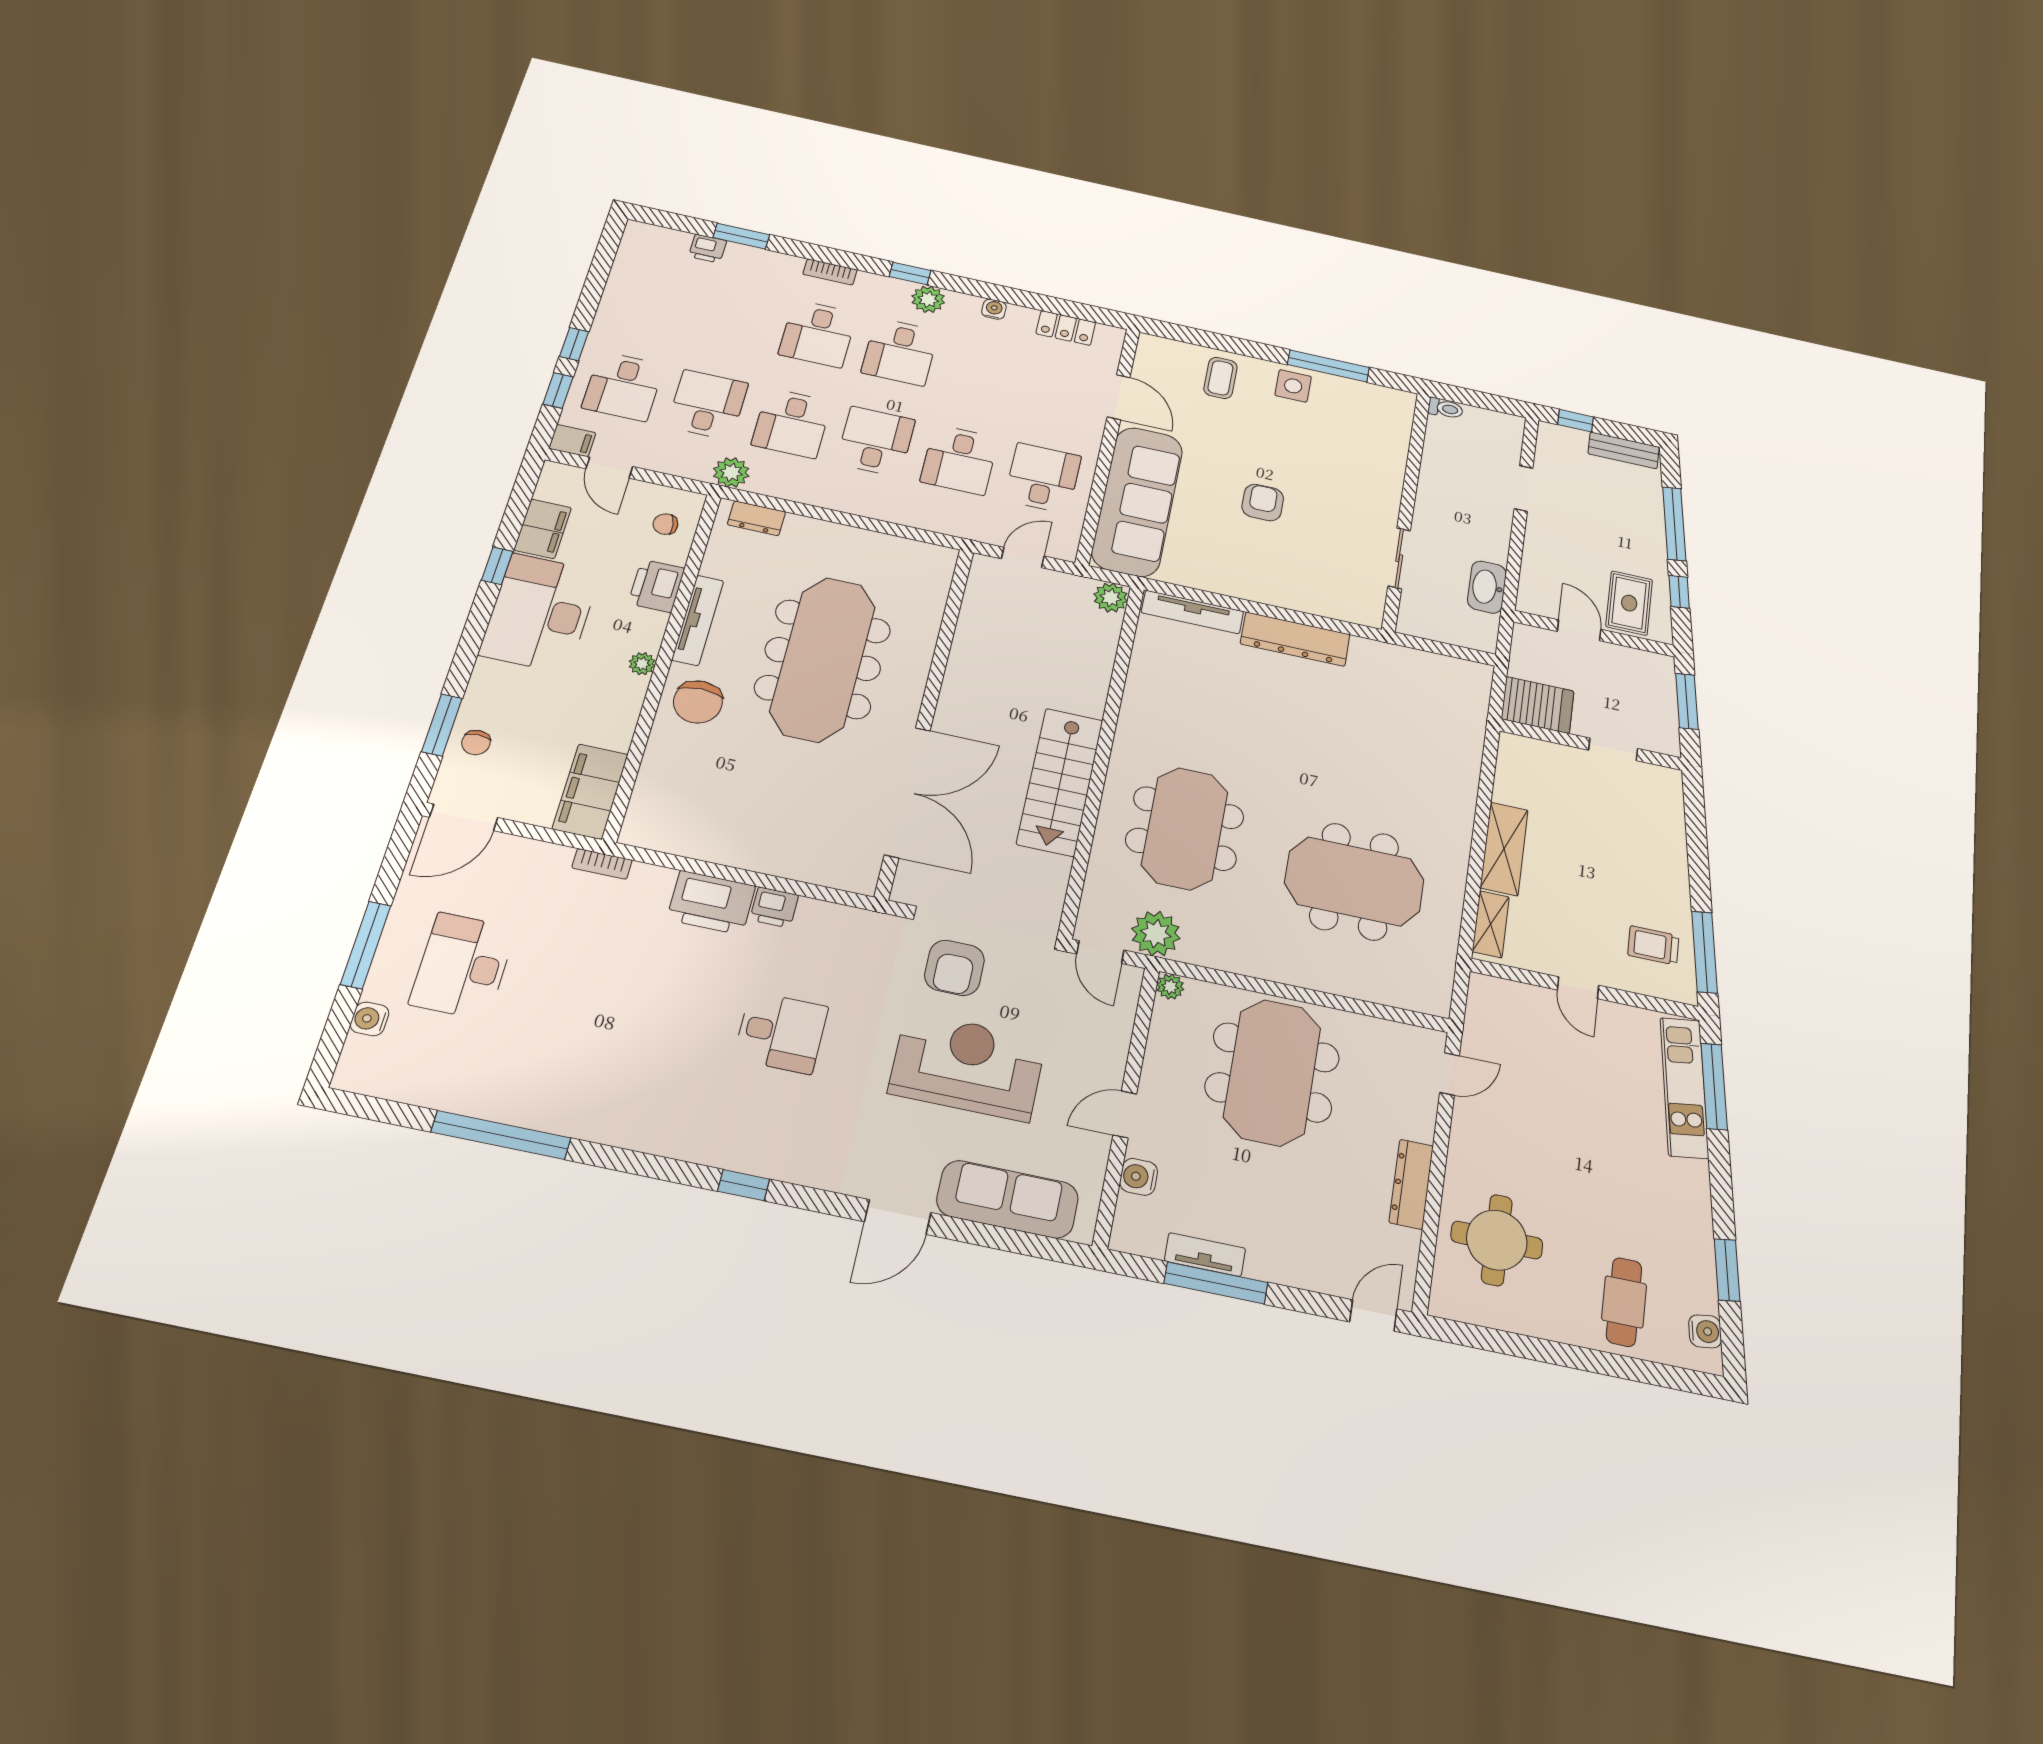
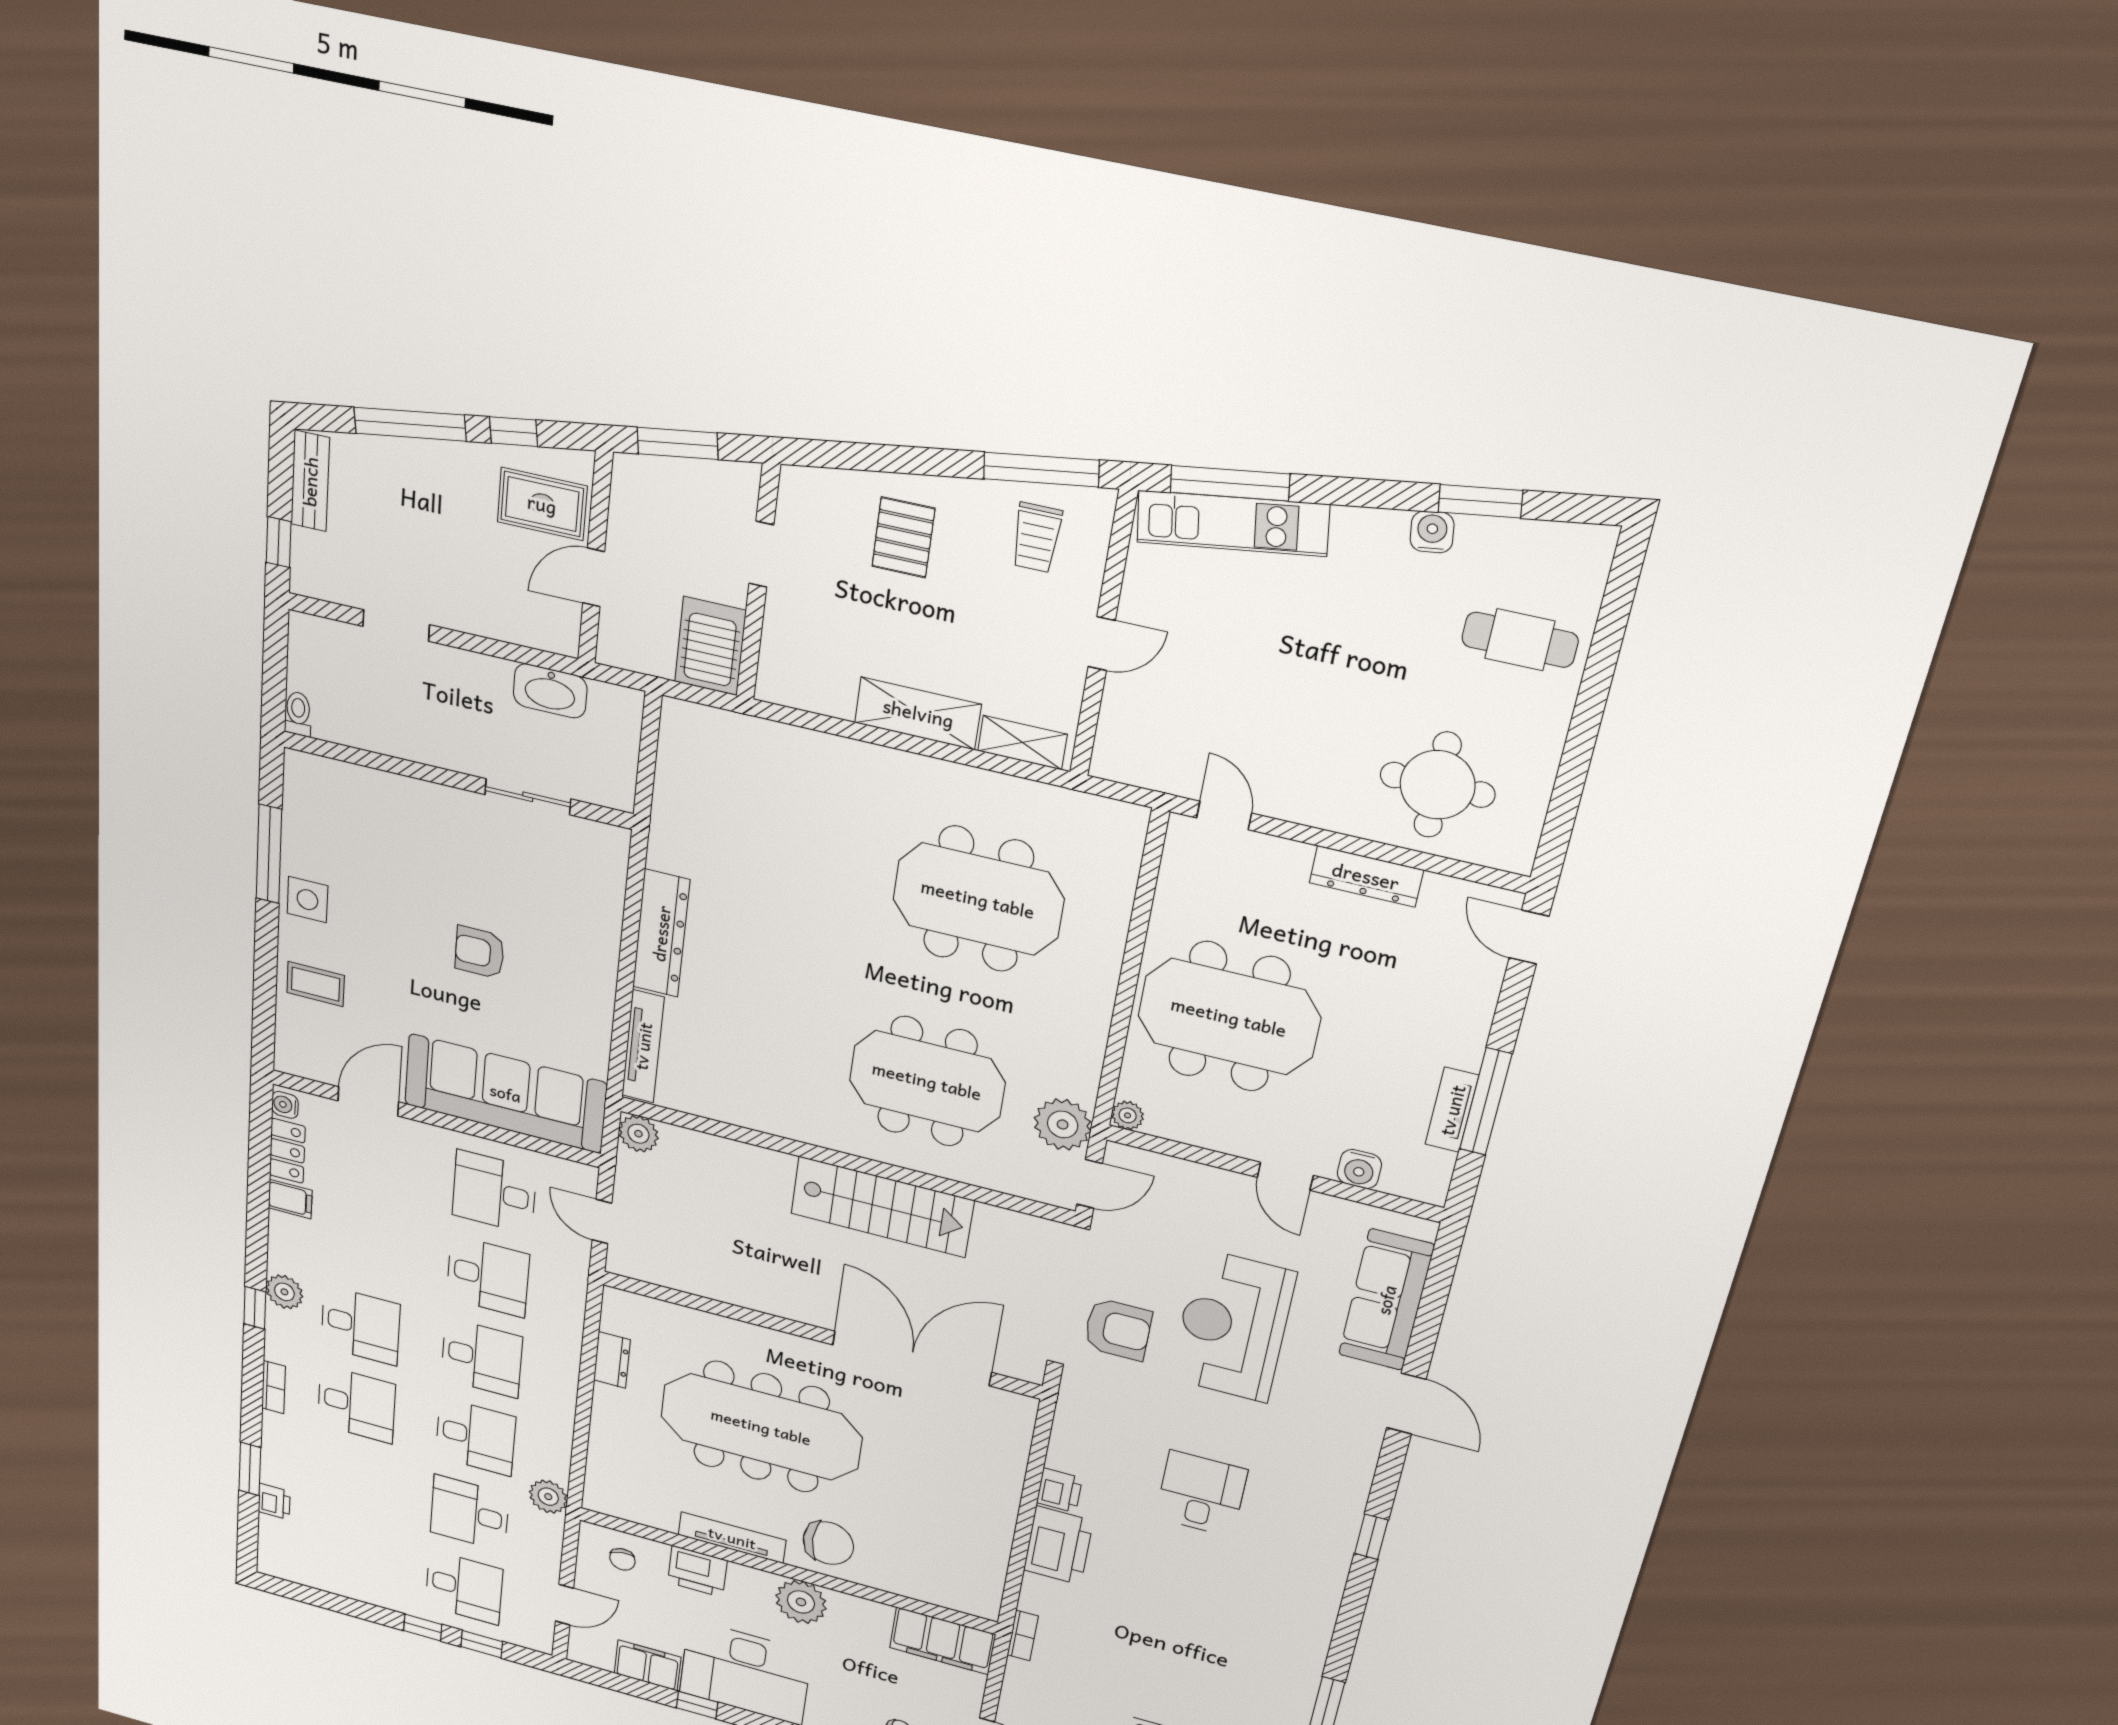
water cooler: (994, 309) -> (285, 1105), moved
filing cabinet: (572, 441) -> (290, 1199), moved, turned 90
desk: (876, 442) -> (482, 1358), turned 180
dresser: (756, 518) -> (612, 1360), moved
plant: (642, 664) -> (801, 1602), width x1.87, depth x1.87
pallet: (1640, 851) -> (903, 537), added
meeting table: (1354, 881) -> (978, 899), turned 90
water cooler: (1705, 1331) -> (1432, 532), moved

